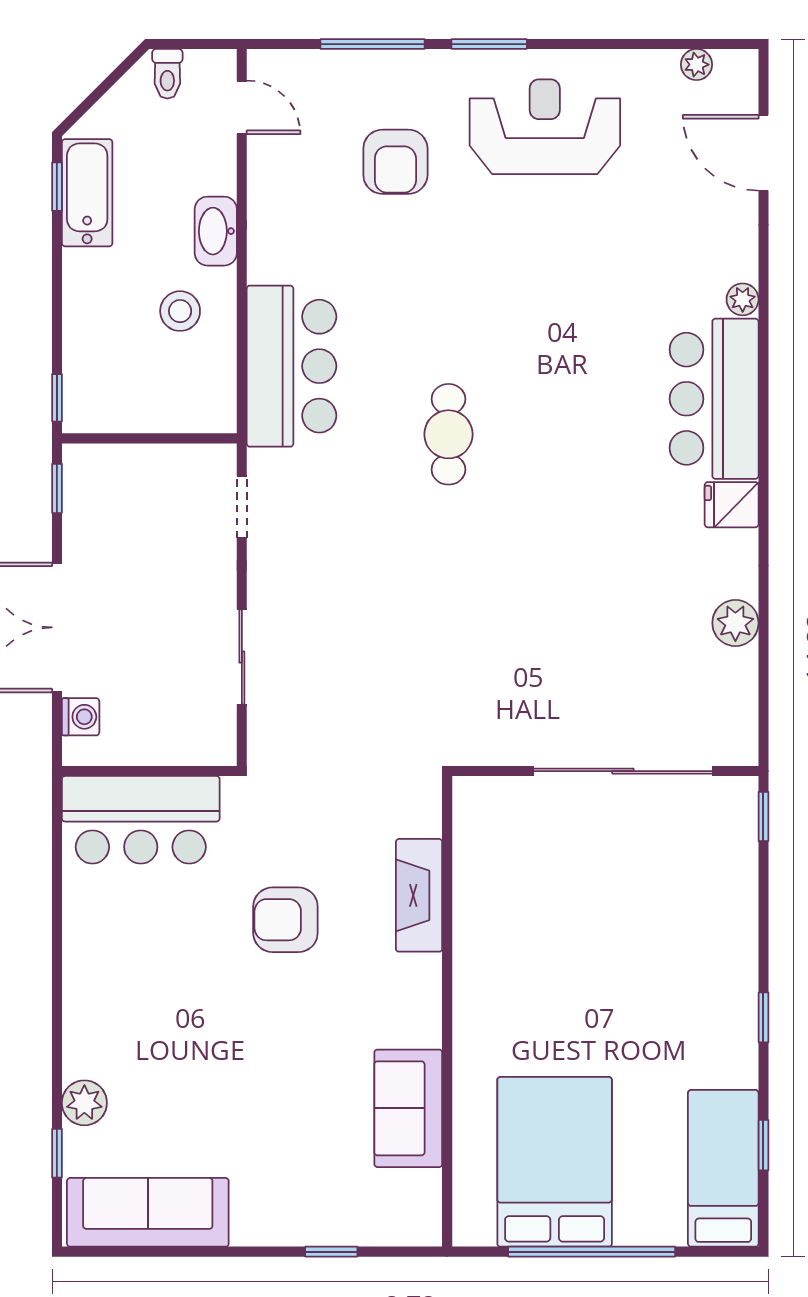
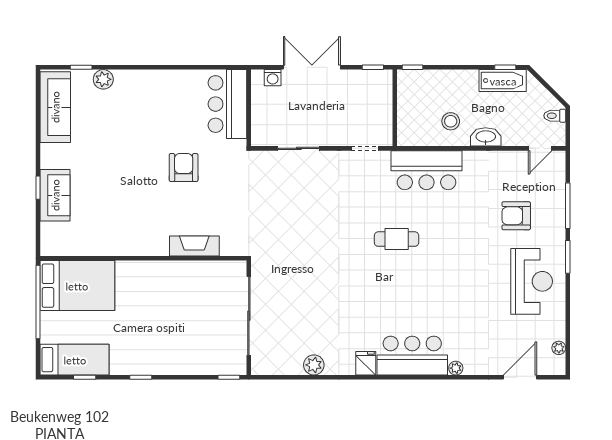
fireplace: (419, 895) -> (194, 246), moved
wall: (447, 1011) -> (143, 258), moved
sofa: (408, 1108) -> (55, 195), moved, turned 90

